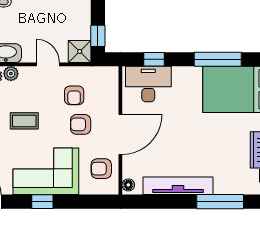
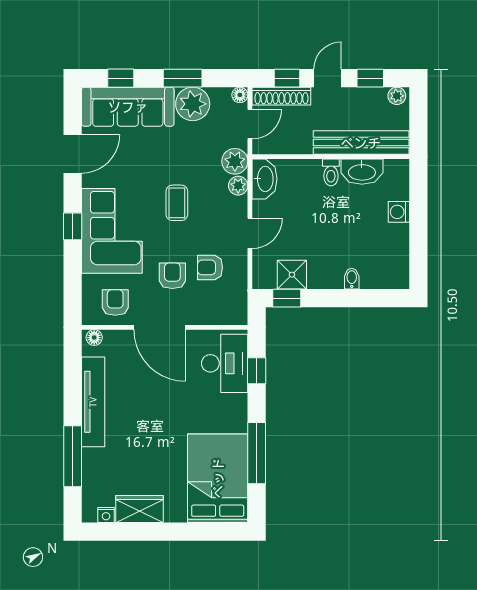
shower: (80, 51) -> (292, 275), moved

